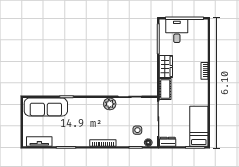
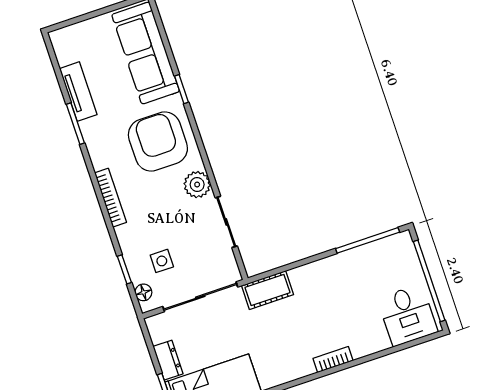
desk: (177, 31) -> (407, 315), moved, turned 90
wardrobe: (166, 66) -> (315, 276), removed
armchair: (86, 115) -> (158, 141), added
tv unit: (39, 141) -> (78, 92), moved
dresser: (168, 142) -> (168, 360), moved

